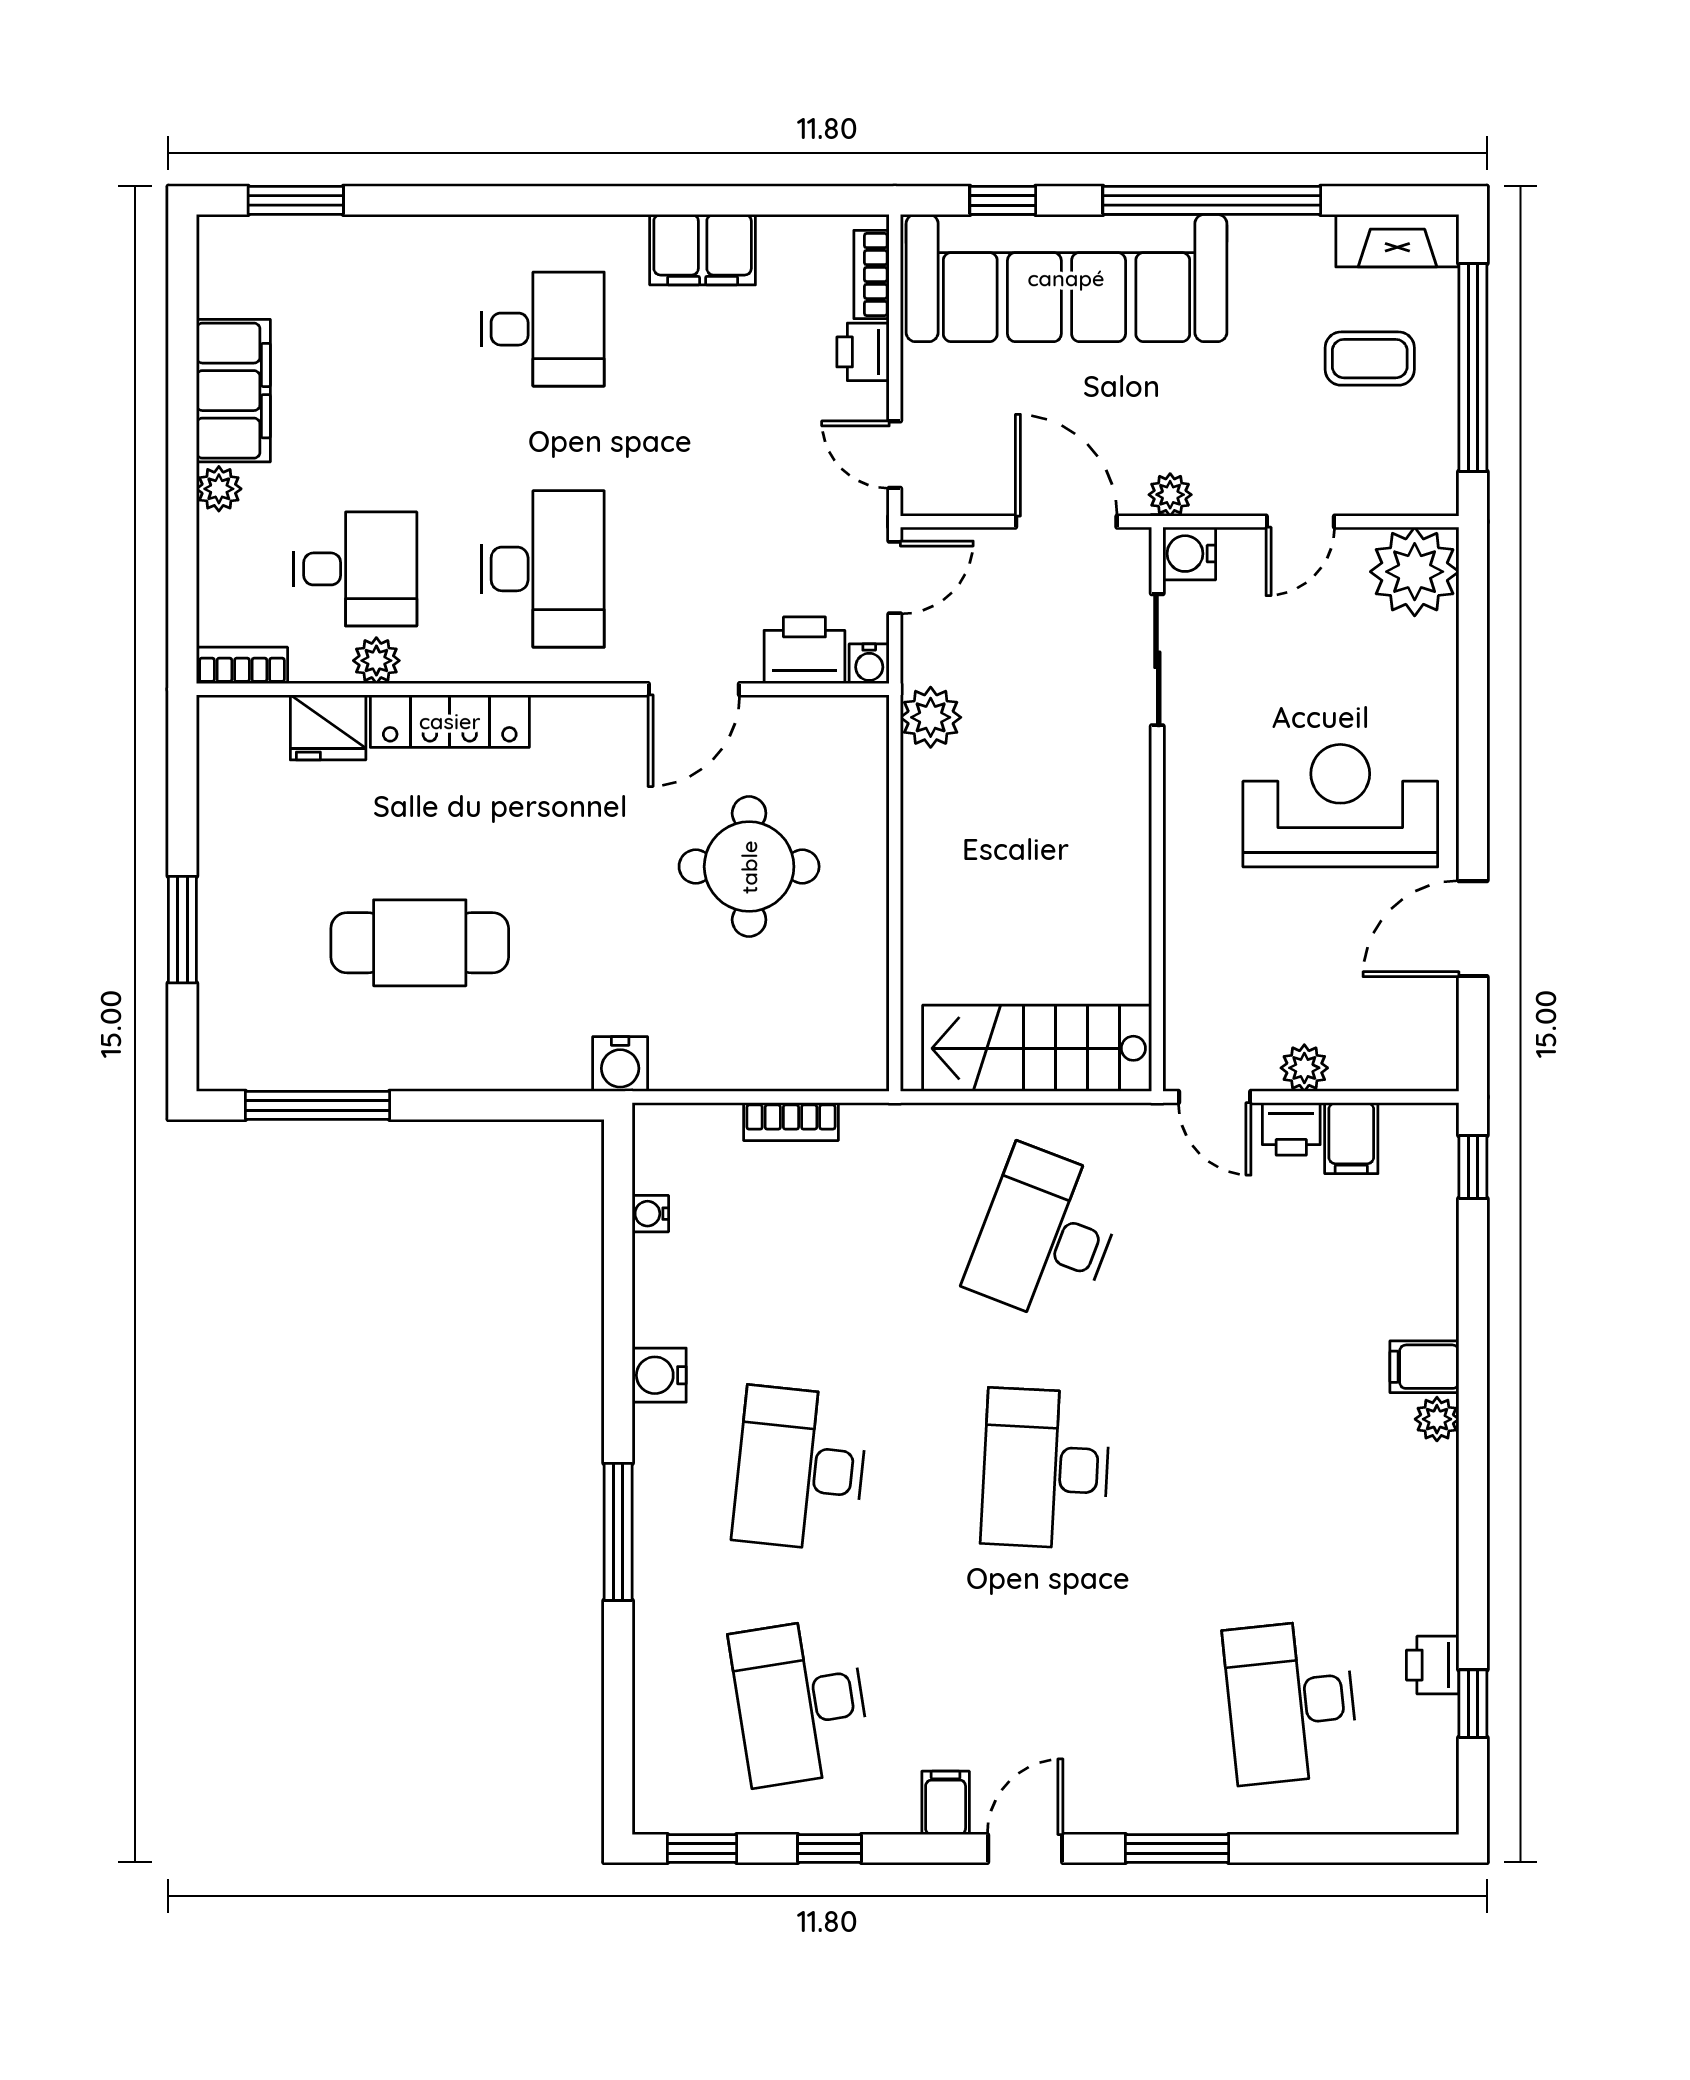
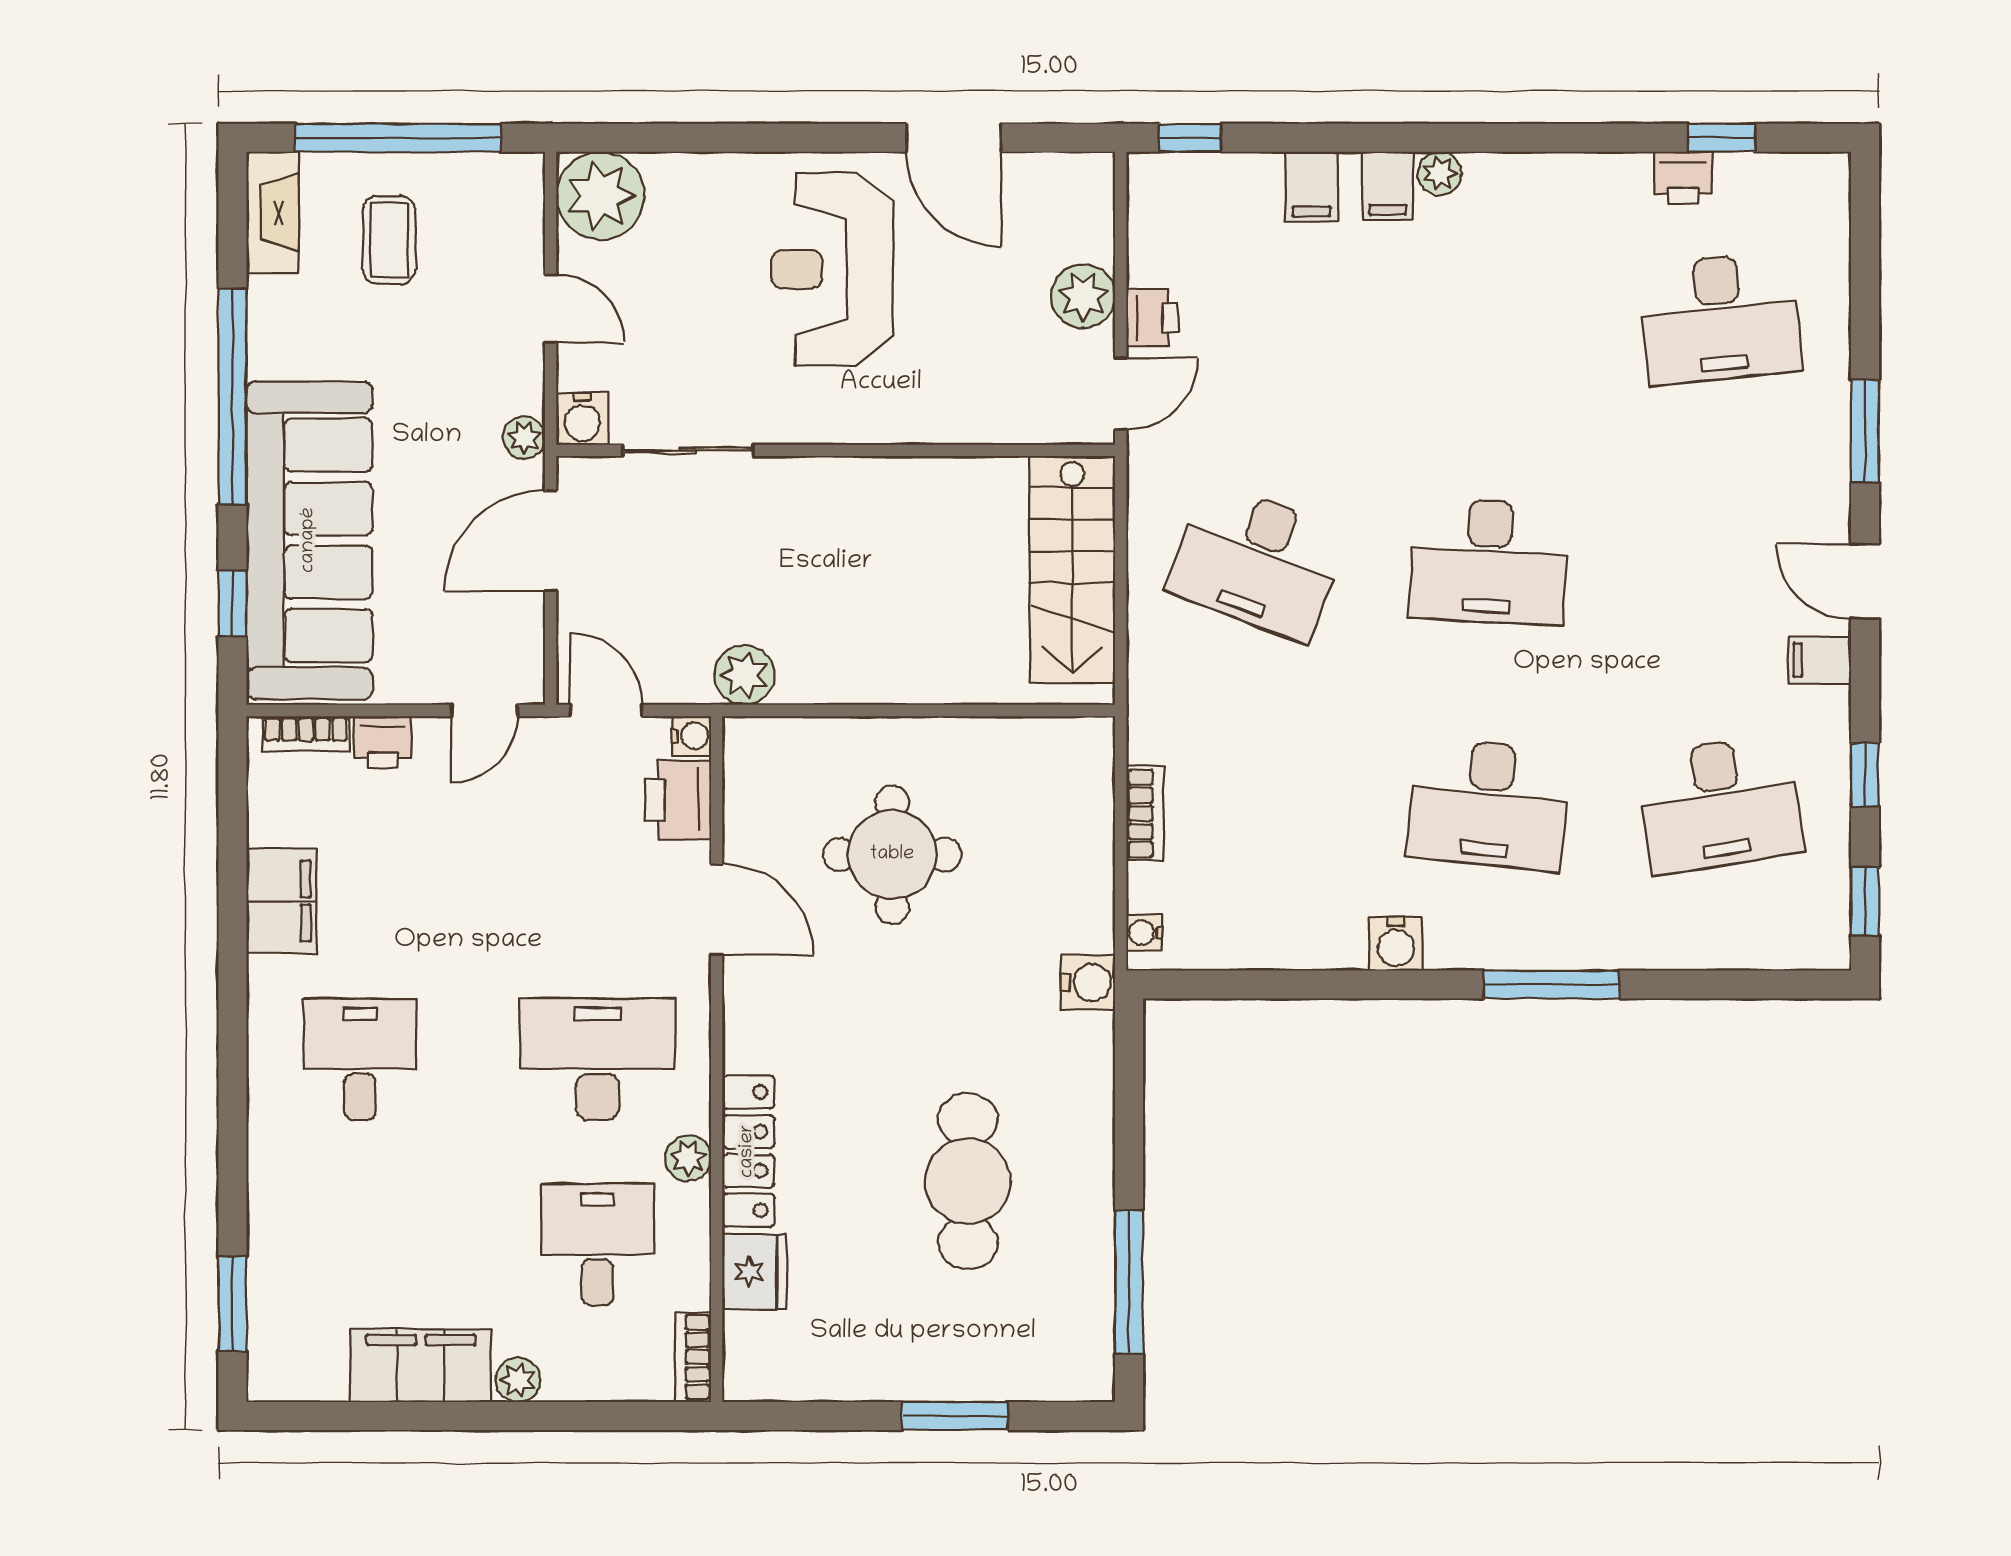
plant: (376, 661) -> (688, 1158), moved
plant: (1304, 1068) -> (1083, 296), width x1.38, depth x1.38
filing cabinet: (1351, 1138) -> (1311, 187), moved, turned 90
water cooler: (650, 1214) -> (1144, 933), moved, turned 90

